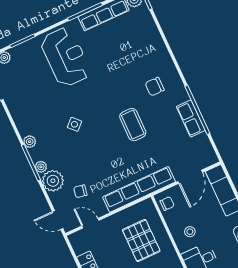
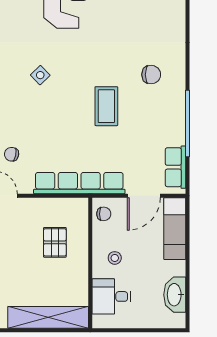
chair: (155, 87) -> (151, 75), turned 180
row of seats: (191, 118) -> (175, 167), moved
pallet: (141, 241) -> (55, 242), width x0.67, depth x0.71

